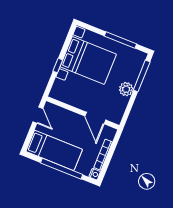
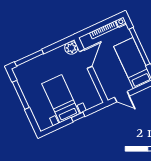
bed with nightstands: (88, 60) -> (61, 99), width x0.73
plant: (126, 89) -> (71, 48), moved
door: (38, 115) -> (122, 97), swing flipped

